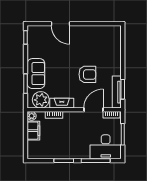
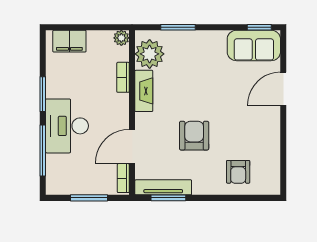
armchair: (108, 49) -> (238, 172), added
sofa: (36, 74) -> (254, 45), moved
armchair: (87, 74) -> (194, 136), turned 180
door: (93, 110) -> (132, 146), swing flipped
filing cabinet: (33, 131) -> (69, 41), moved
desk: (106, 147) -> (67, 126), moved

